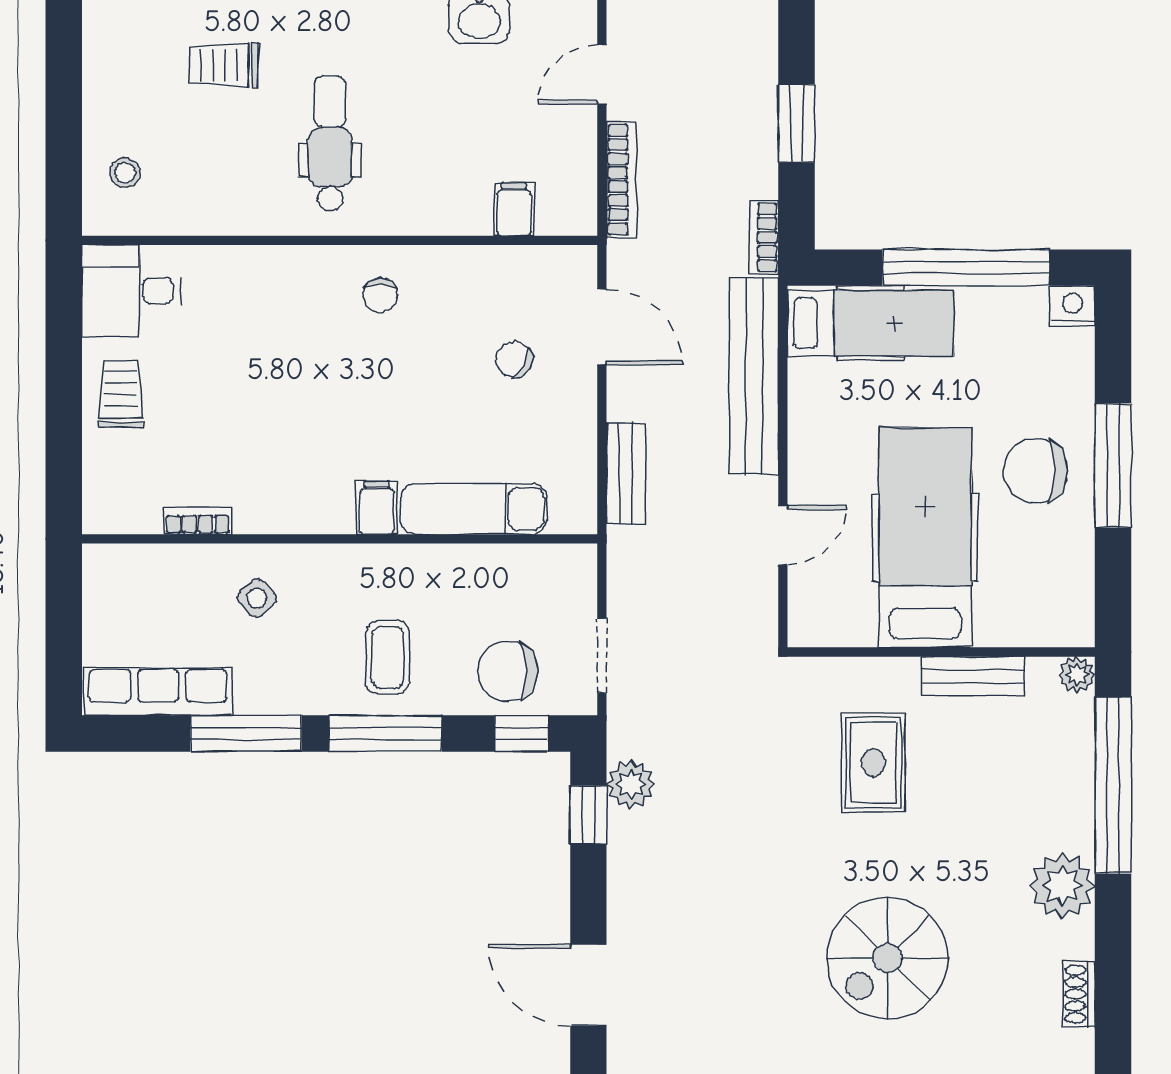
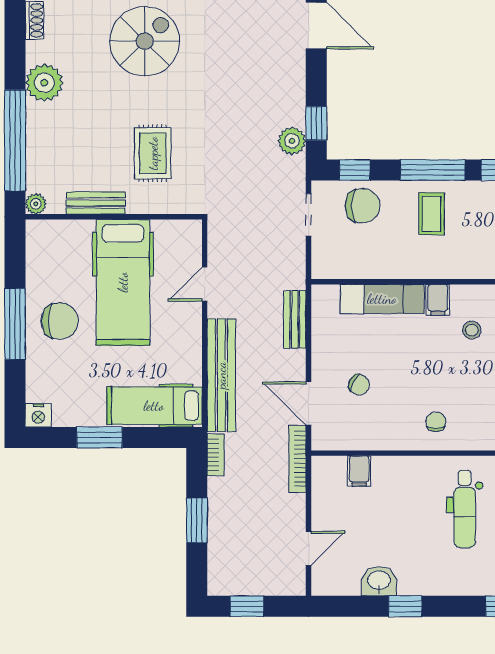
bookcase: (621, 180) -> (297, 459), moved
window: (966, 268) -> (100, 438), width x0.47
stool: (318, 455) -> (472, 330), added

